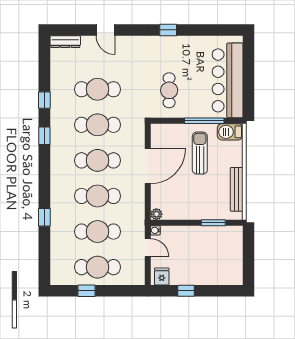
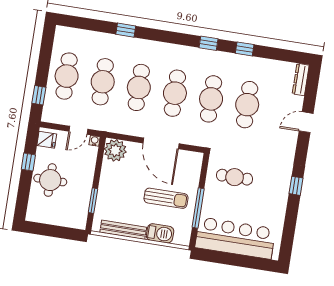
barbecue: (230, 132) -> (160, 233), moved, turned 90
plant: (156, 214) -> (115, 150), width x1.87, depth x1.87
round table: (200, 267) -> (50, 180), added
window: (87, 291) -> (39, 95), moved

